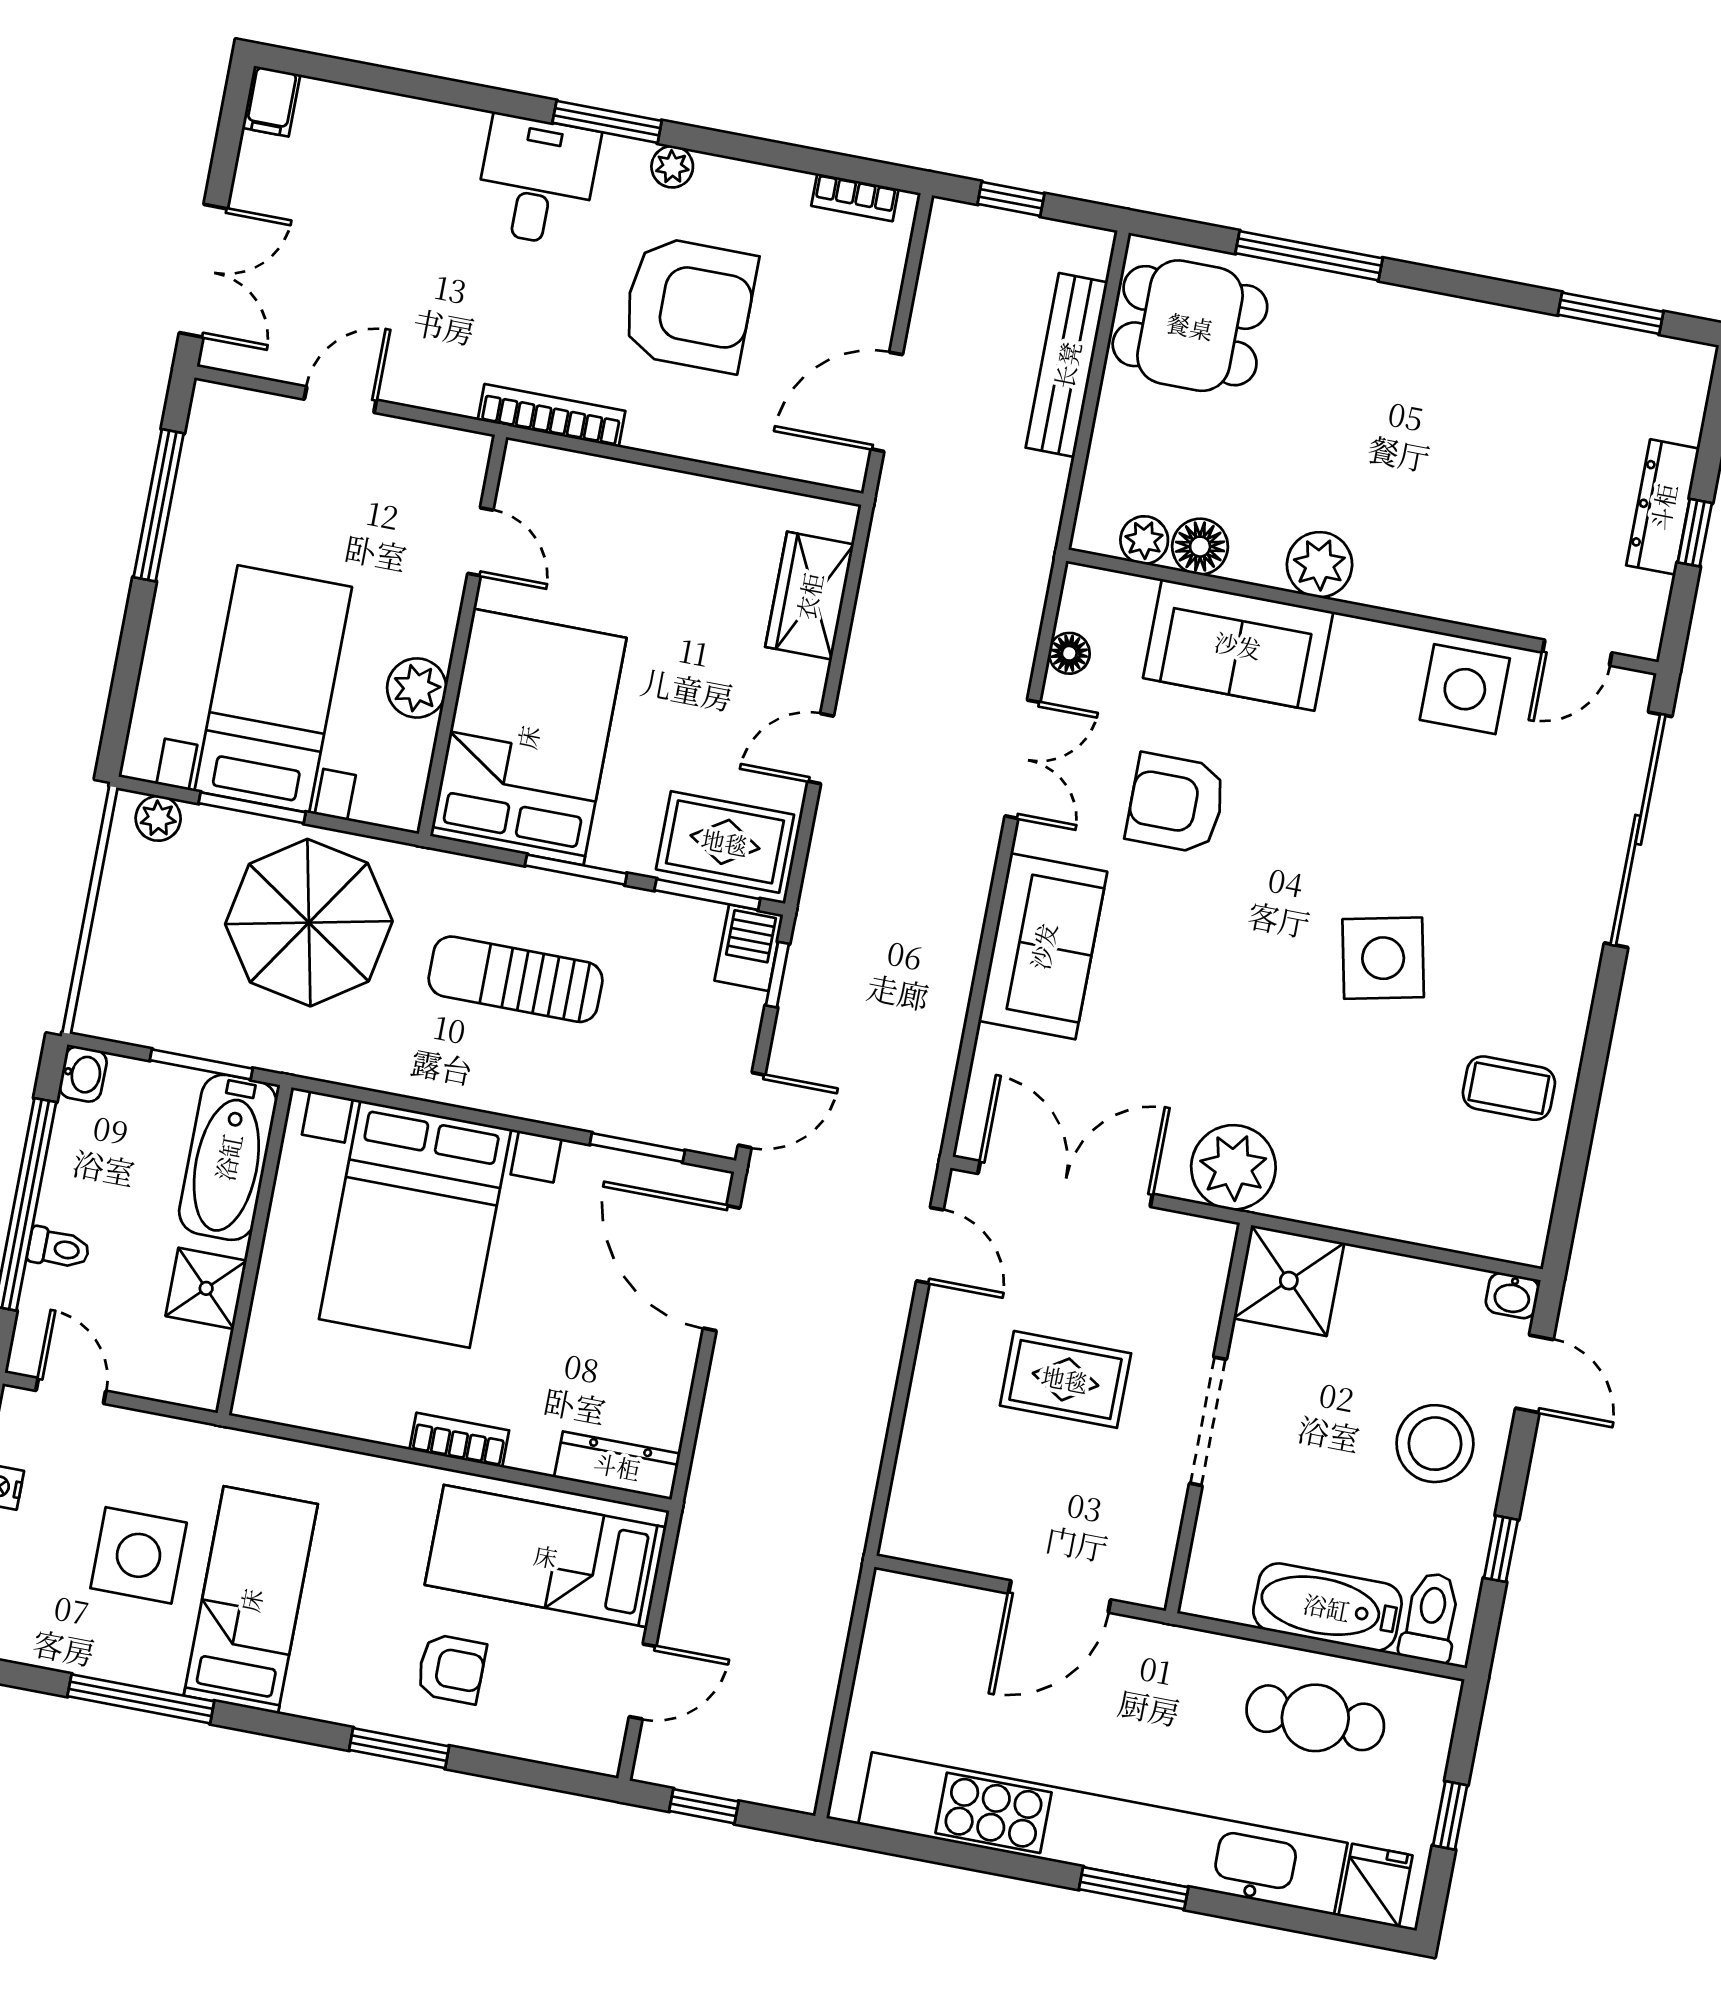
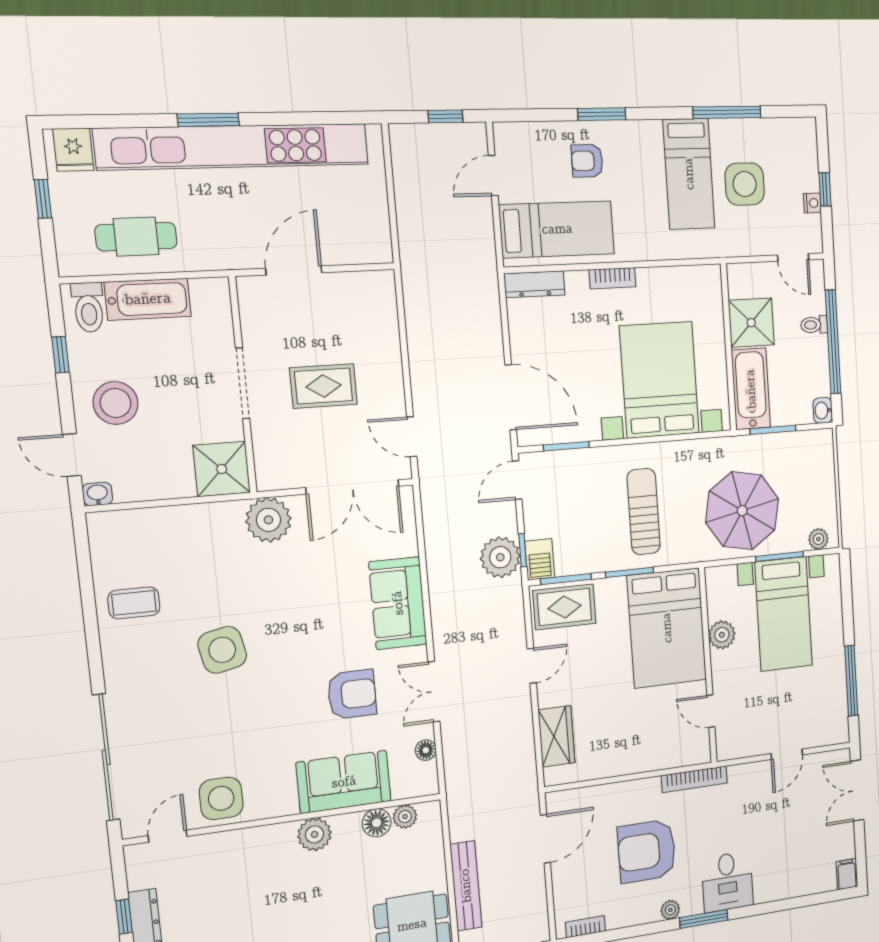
plant: (825, 974) -> (500, 557), added
sun lounger: (516, 979) -> (644, 512), turned -90
shower: (206, 1288) -> (751, 323), width x1.36, depth x1.36

